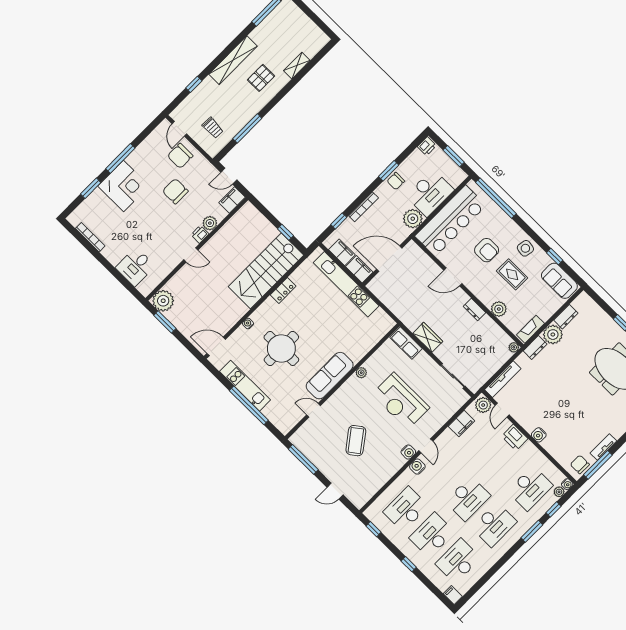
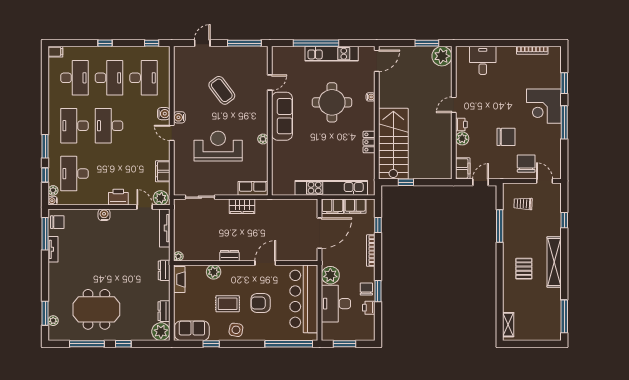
shelving: (297, 66) -> (508, 325), moved
printer: (427, 146) -> (369, 308), moved
plant: (553, 335) -> (161, 332), moved

